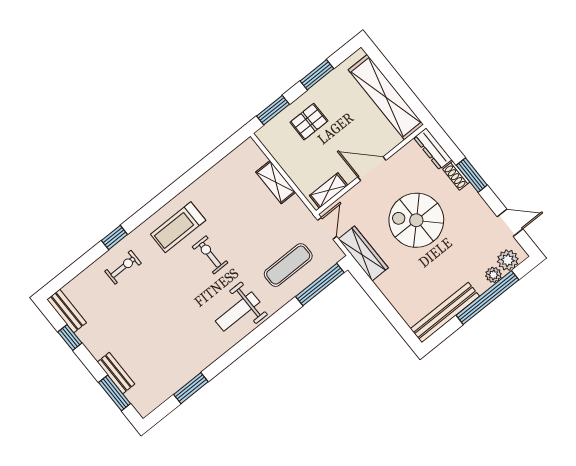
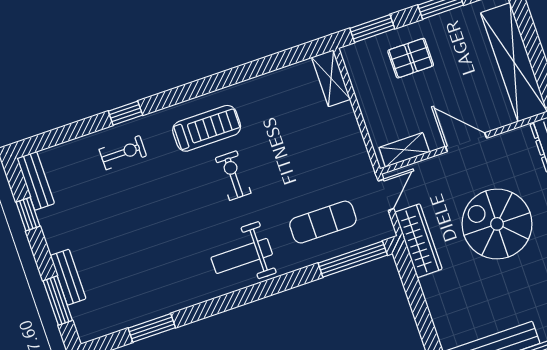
shelving: (276, 182) -> (331, 78), moved
treadmill: (178, 227) -> (207, 128), turned 180

